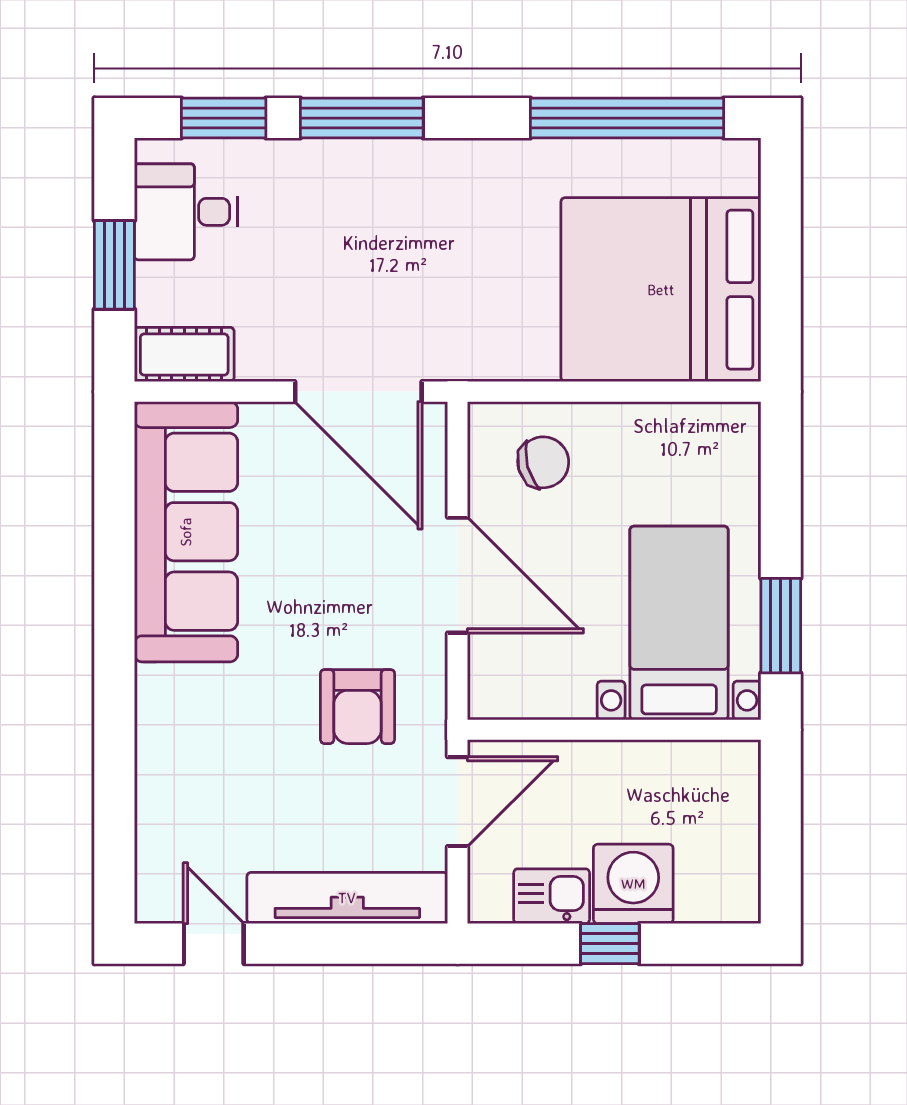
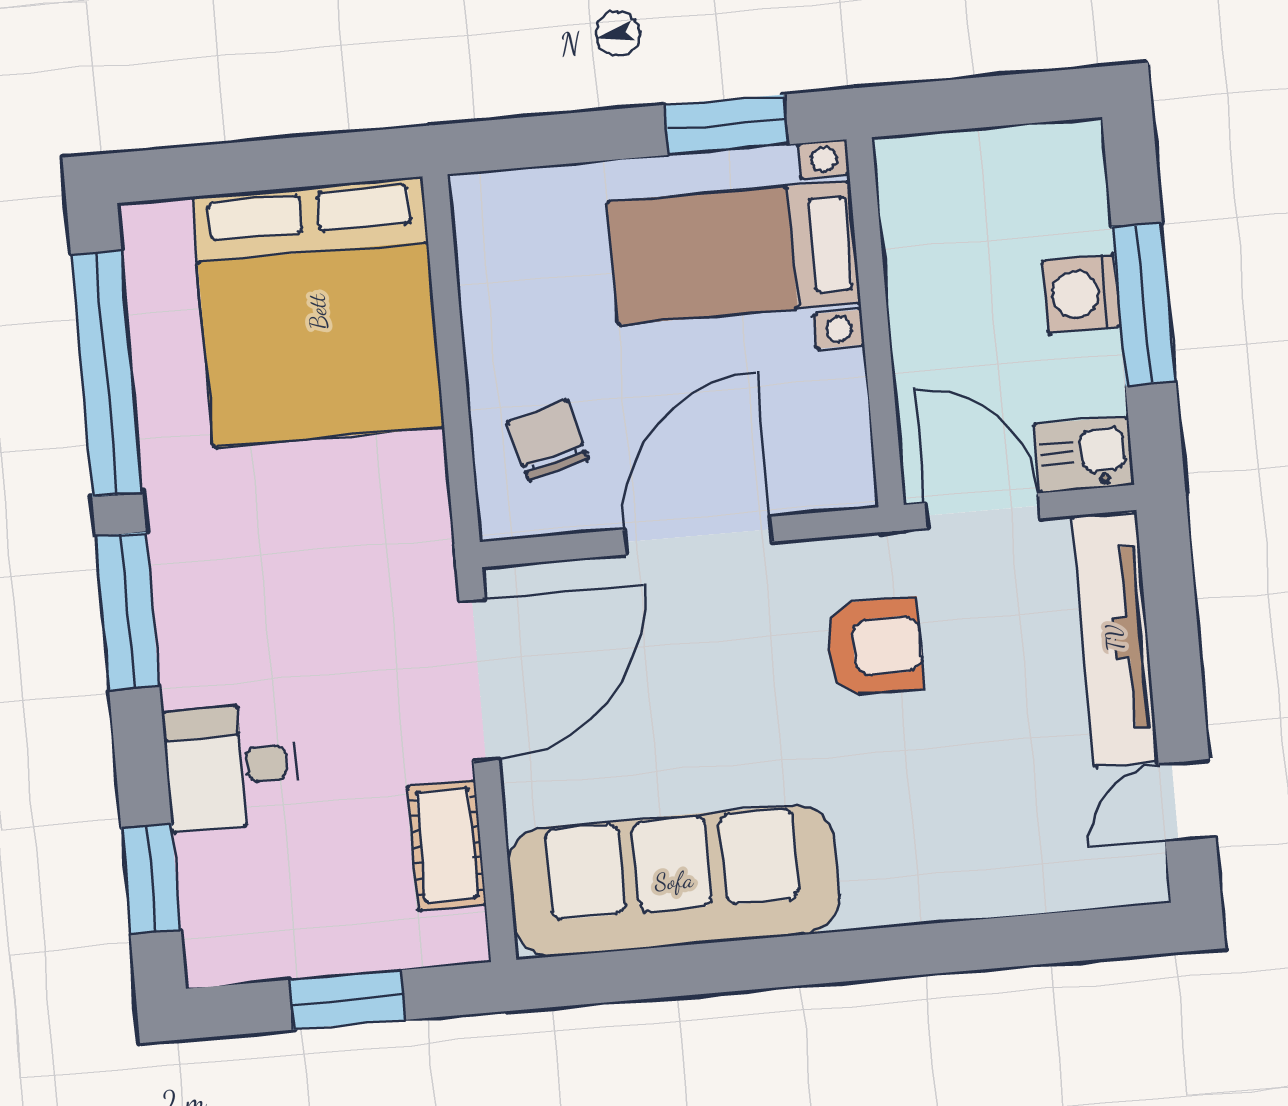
window: (362, 118) -> (128, 611), moved
desk: (186, 212) -> (232, 767), moved, turned 90
cot: (184, 354) -> (447, 845), moved
washing machine: (633, 884) -> (1081, 294), width x0.73, depth x0.73
kitchen sink: (552, 896) -> (1084, 455), moved, turned 90
window: (610, 944) -> (1144, 304), width x2.17

